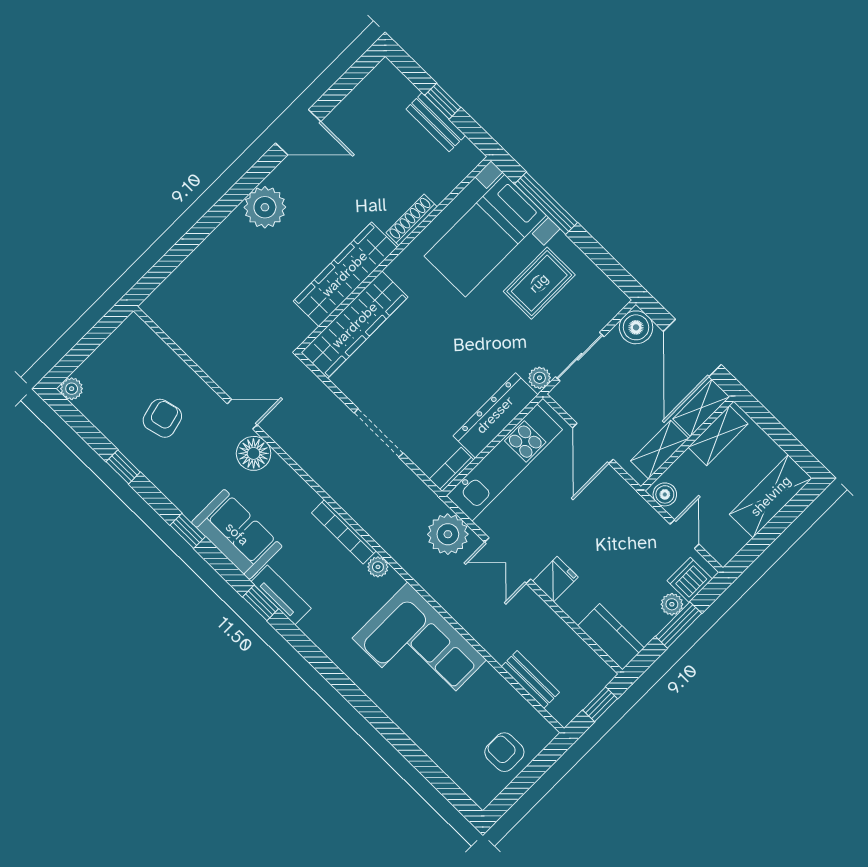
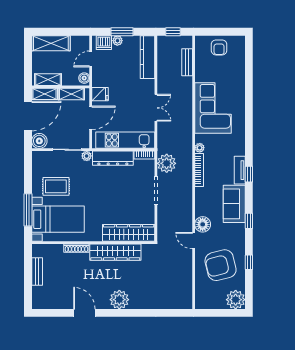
window: (443, 101) -> (28, 276), removed
plant: (72, 389) -> (236, 300), width x1.87, depth x1.87
armchair: (162, 418) -> (221, 265), width x1.88, depth x1.88
plant: (448, 534) -> (167, 163), moved
fridge: (555, 579) -> (100, 94), moved, turned 180
kitchen counter: (611, 637) -> (148, 57), width x1.50

